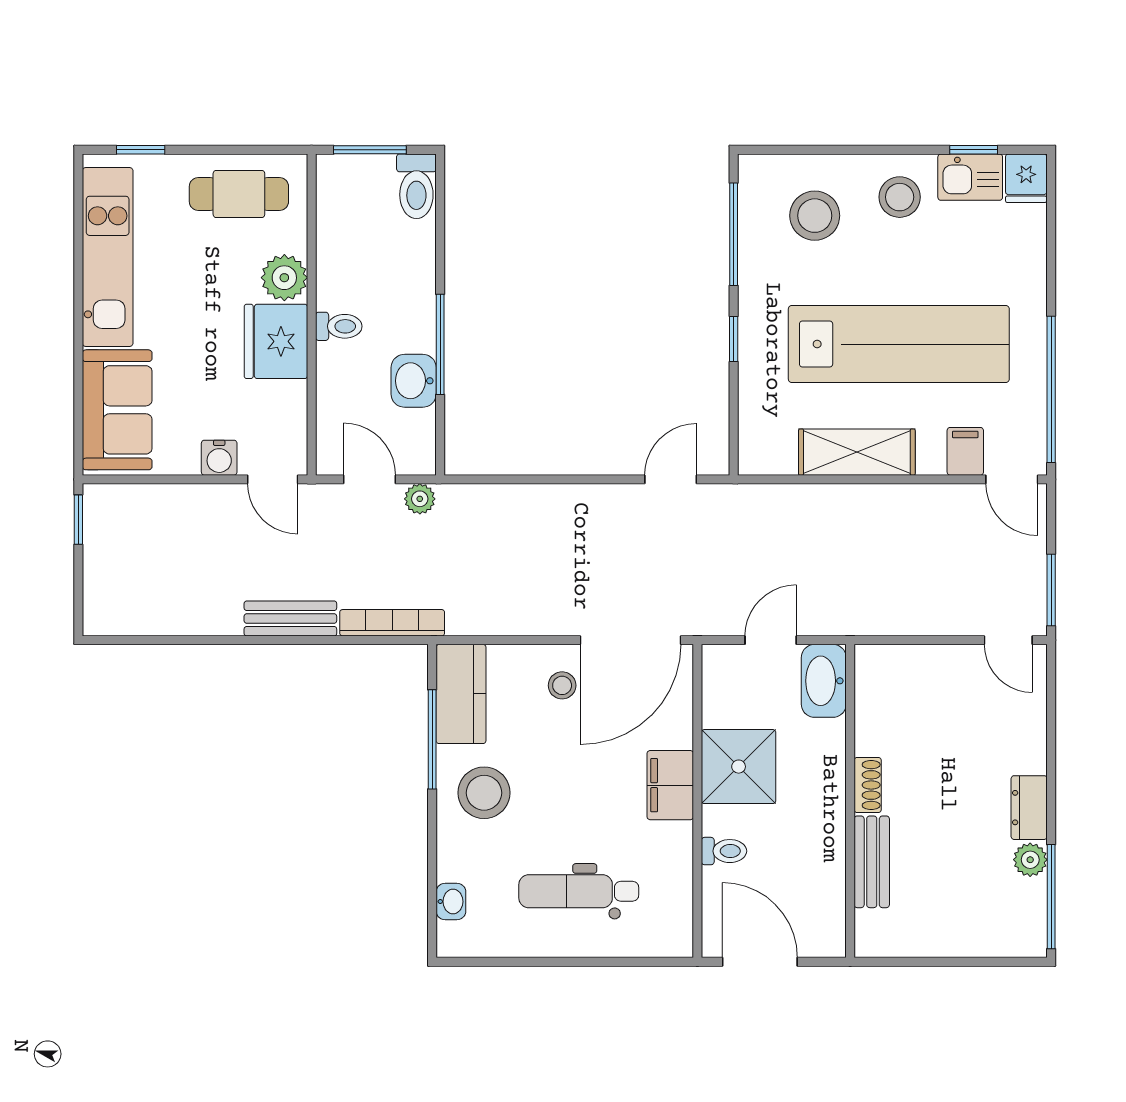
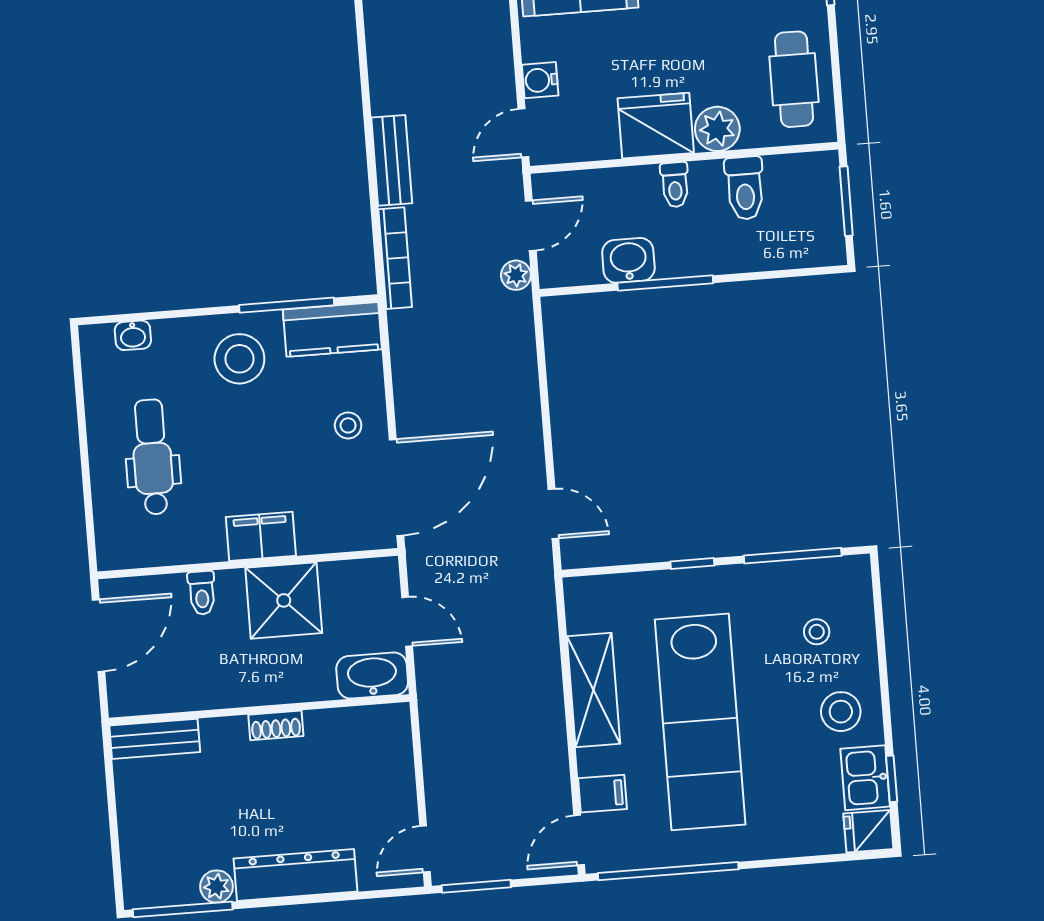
toilet: (416, 186) -> (745, 188), moved, turned -90
stool: (815, 216) -> (817, 632), width x0.53, depth x0.53
door: (630, 640) -> (397, 487), swing flipped
dresser: (1029, 808) -> (296, 875), width x1.96, depth x1.24
bench: (872, 862) -> (155, 739), moved

